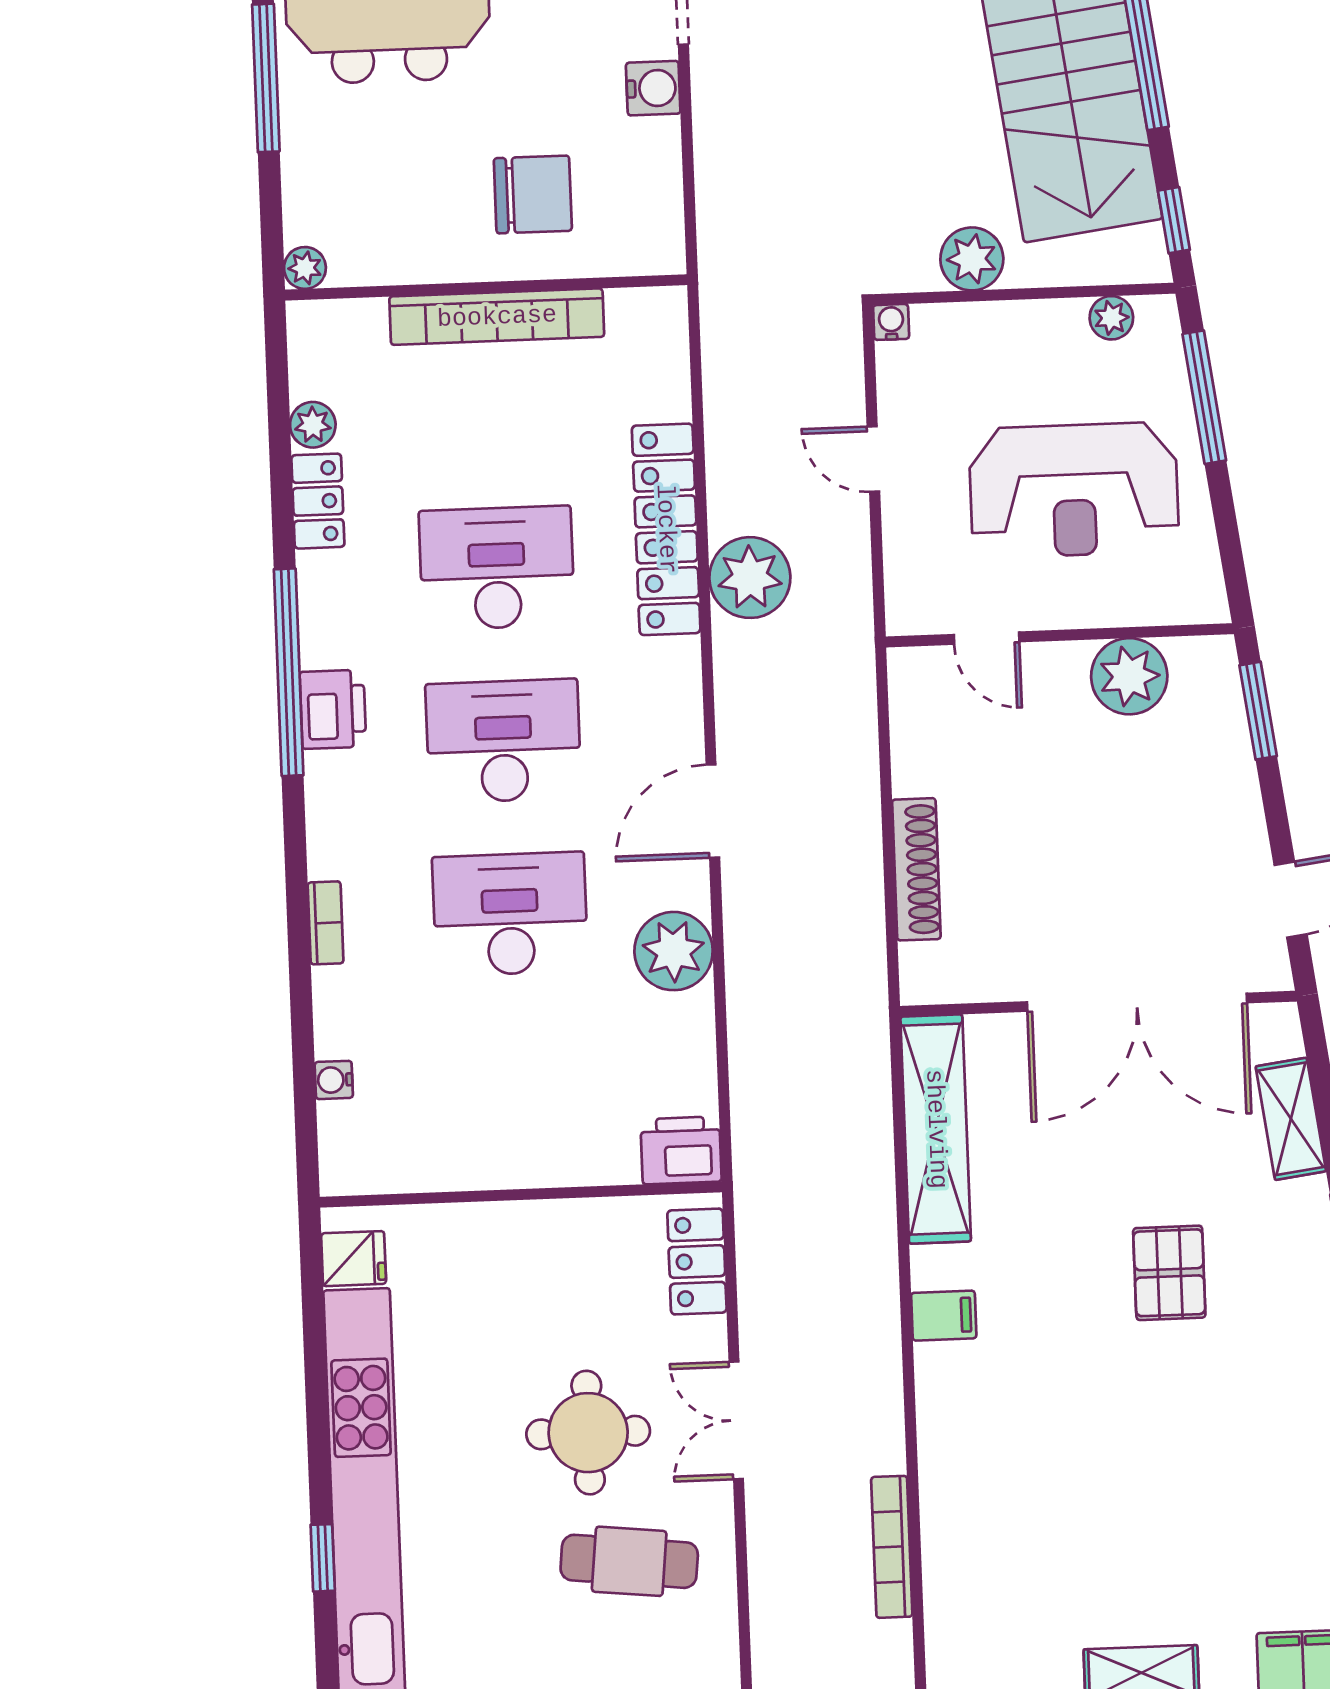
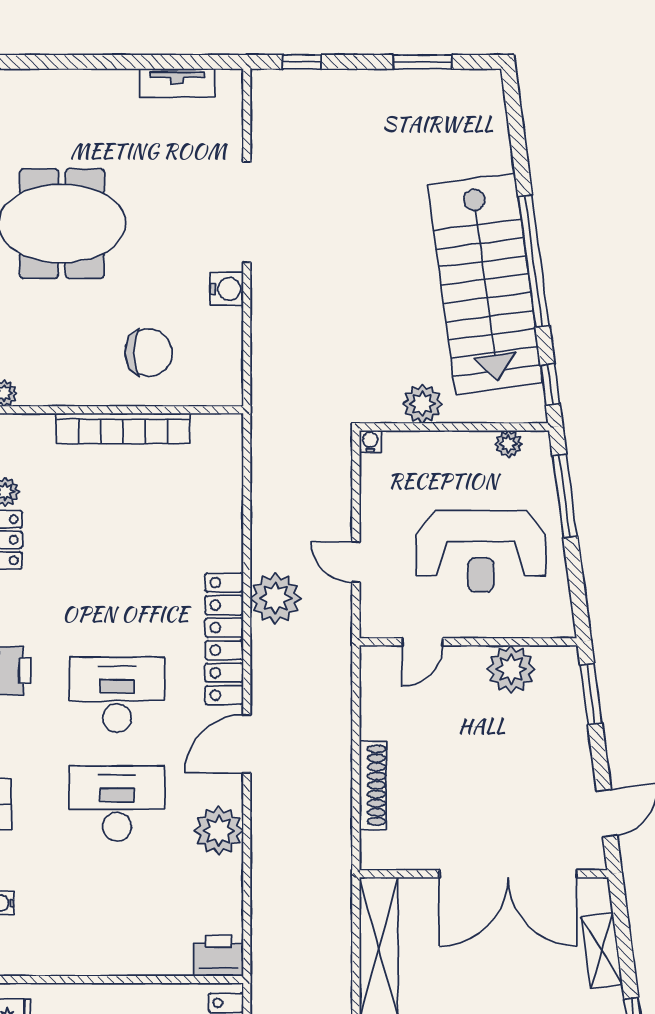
door: (873, 459) -> (356, 562), moved
locker: (666, 529) -> (224, 639), moved
desk: (497, 568) -> (117, 586), removed
door: (987, 638) -> (423, 642), hinge flipped

